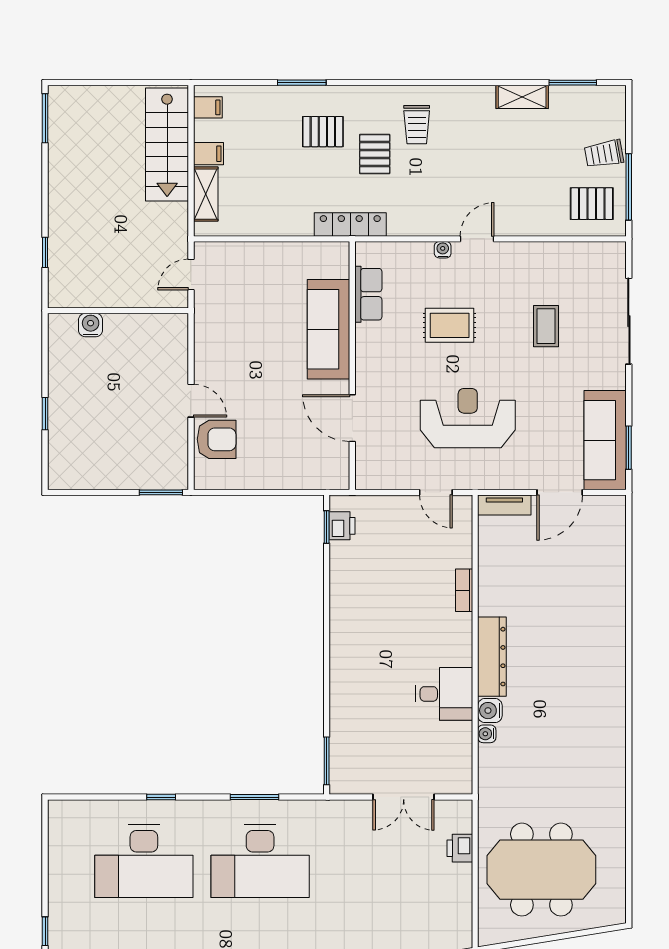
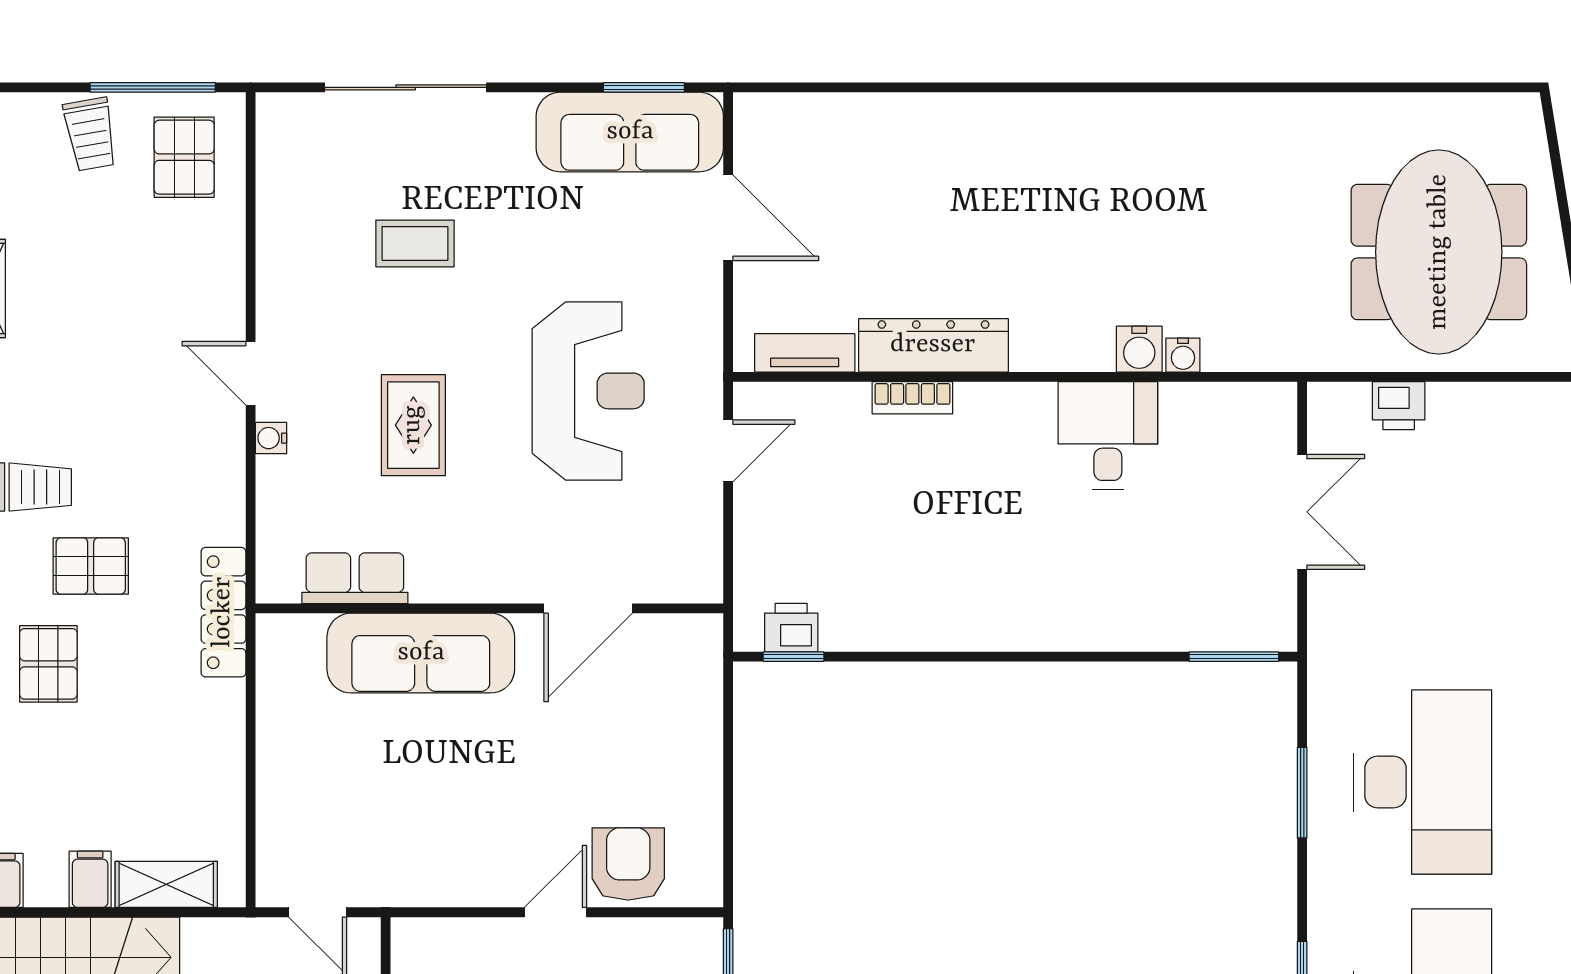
reception desk: (468, 418) -> (588, 391), turned 180
tv unit: (504, 505) -> (805, 353), moved, turned -90
dresser: (492, 657) -> (933, 345), moved

